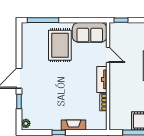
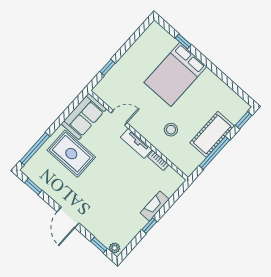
window: (121, 20) -> (108, 67), moved
window: (19, 40) -> (33, 186), added
stool: (129, 93) -> (171, 130), added
window: (19, 102) -> (99, 245), moved

